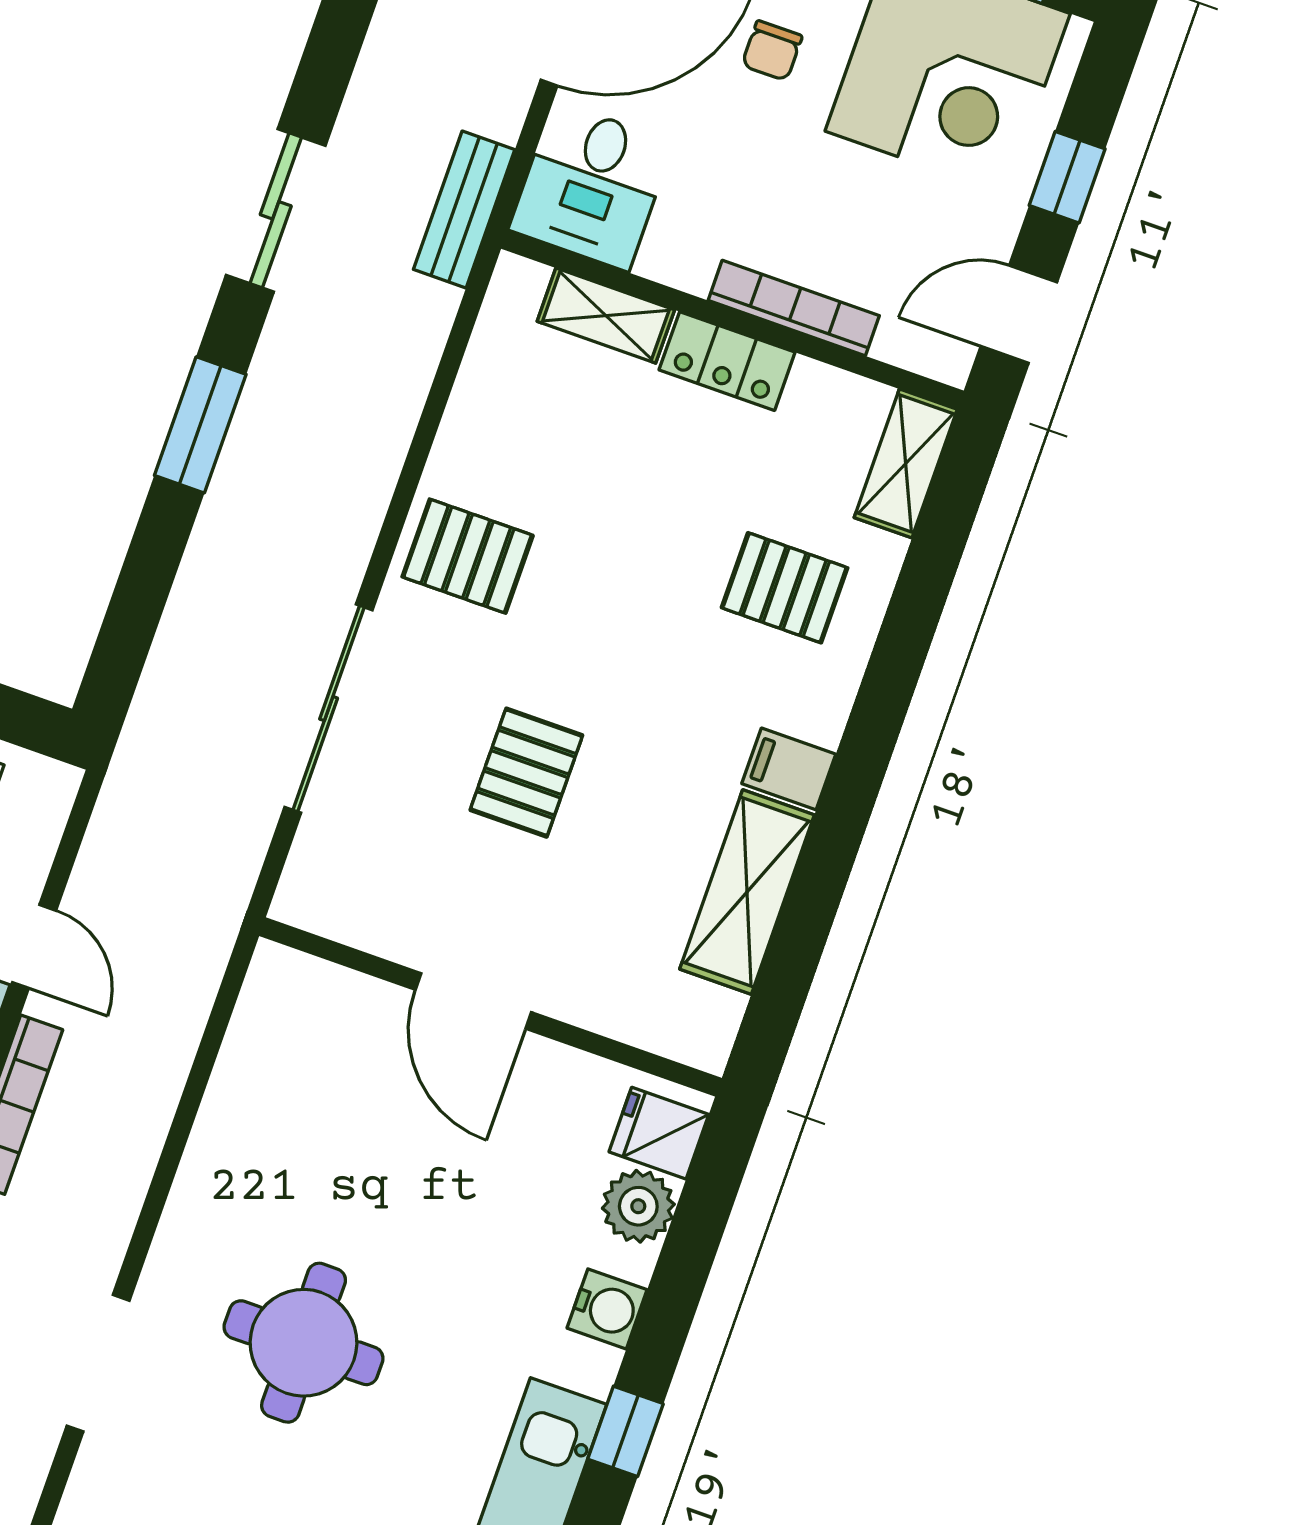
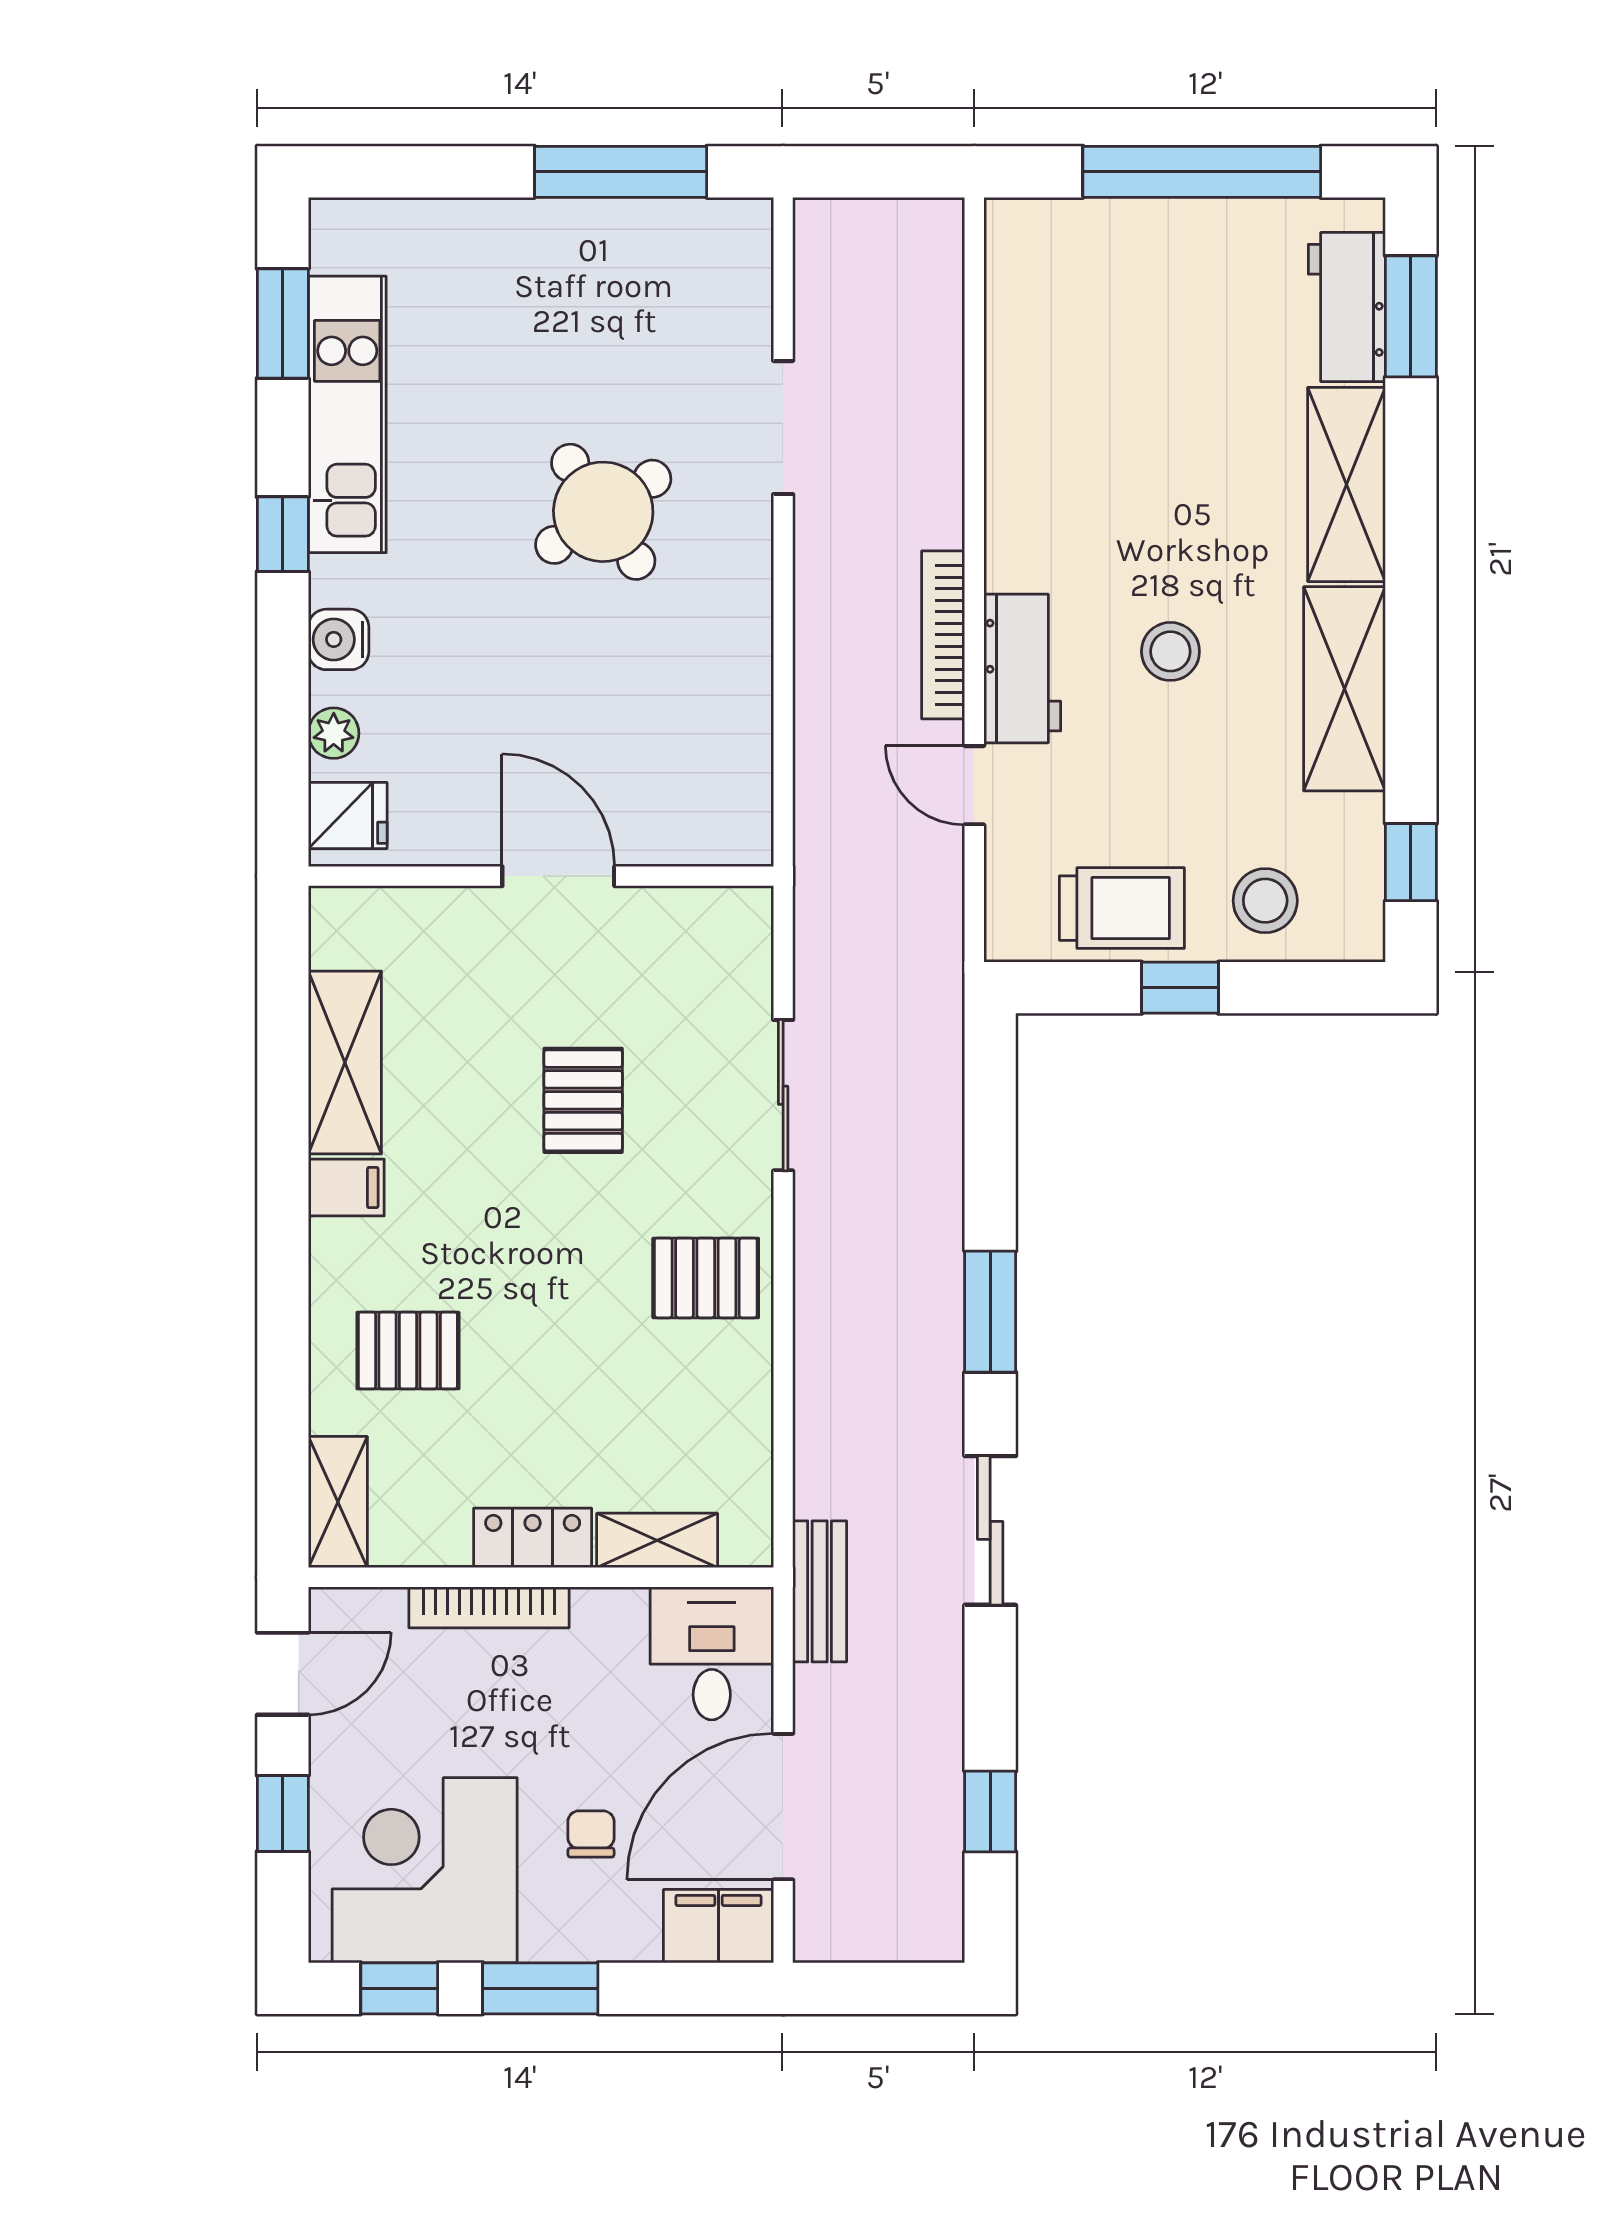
sliding door: (329, 709) -> (783, 1095), width x0.73
plant: (638, 1206) -> (334, 733), width x0.73, depth x0.73
round table: (304, 1343) -> (603, 512), turned -34

